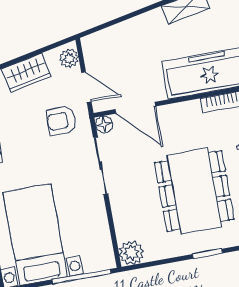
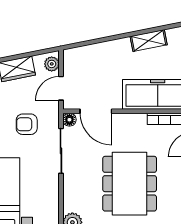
door: (86, 87) -> (61, 88), swing flipped
armchair: (61, 121) -> (27, 124), moved

